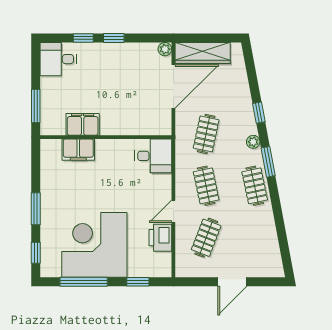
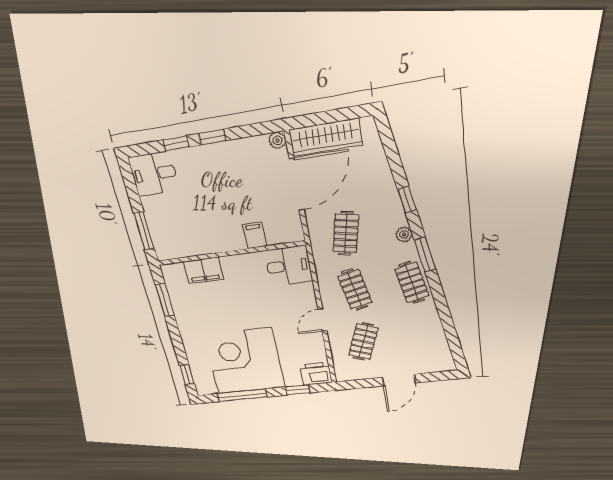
filing cabinet: (83, 124) -> (255, 235), moved, width x0.50
window: (36, 209) -> (165, 300), moved
printer: (160, 238) -> (316, 374), moved, turned 90

